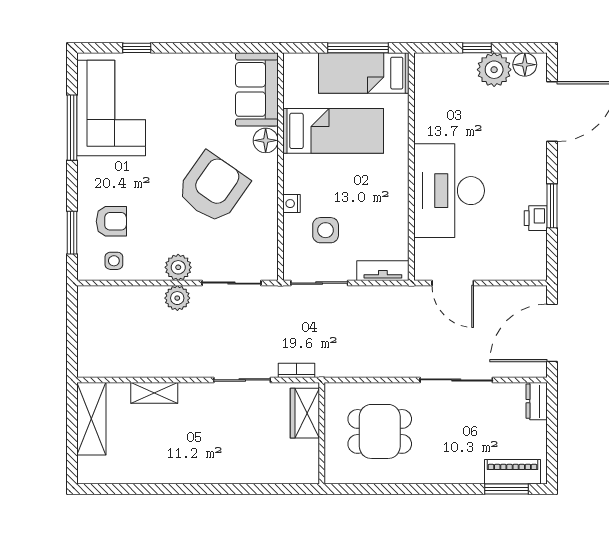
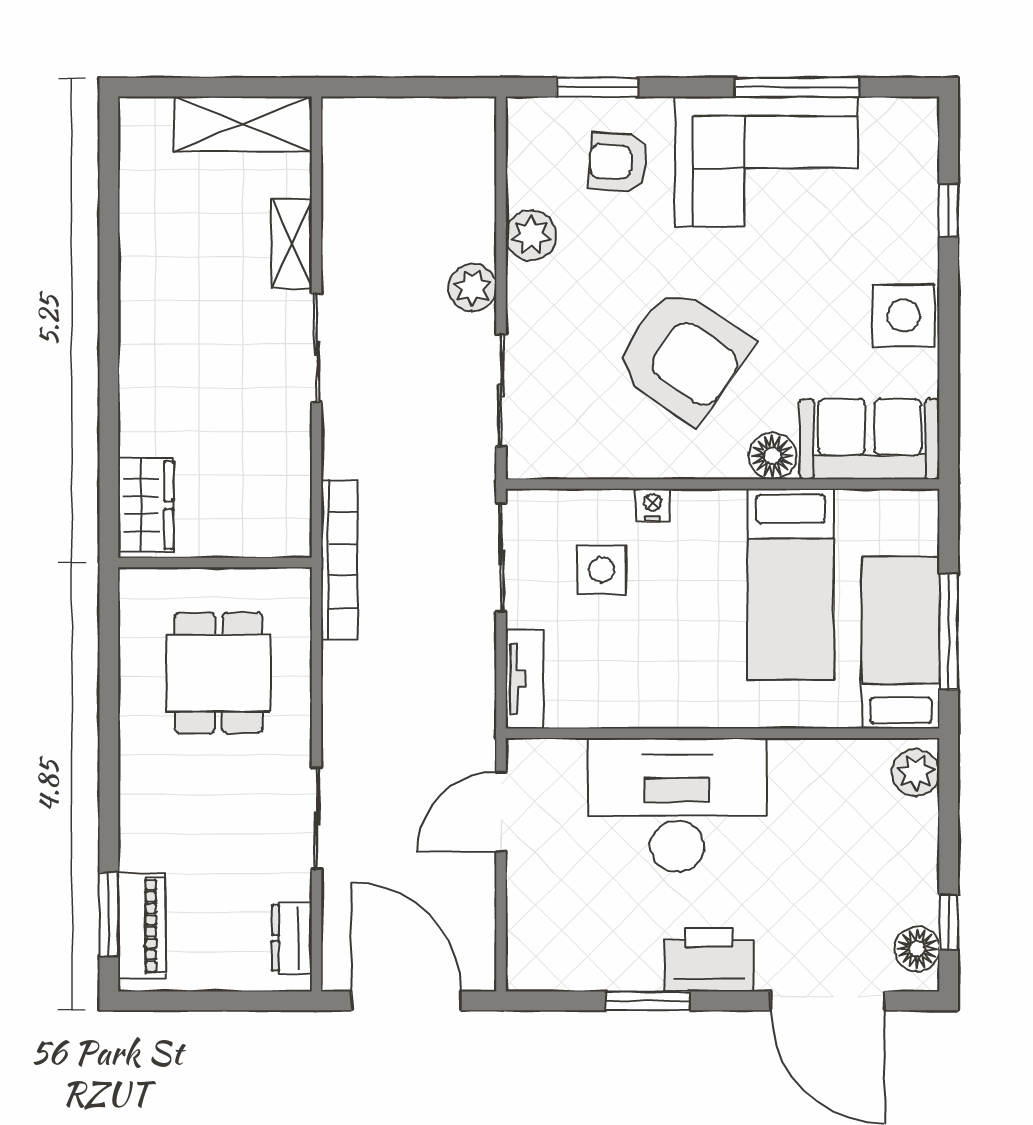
window: (477, 48) -> (949, 922), moved
plant: (494, 70) -> (916, 773), moved, width x0.73, depth x0.73
corner sofa: (111, 108) -> (766, 162), moved
printer: (536, 218) -> (709, 960), moved, width x1.87, depth x1.48
armchair: (111, 221) -> (619, 162), turned 94
side table: (114, 261) -> (904, 316), moved, width x1.87, depth x1.87
plant: (178, 267) -> (531, 235), moved
bookcase: (296, 370) -> (339, 560), width x2.31, depth x1.31
sliding door: (242, 380) -> (317, 348), moved
sliding door: (456, 380) -> (317, 819), width x0.73
dresser: (537, 401) -> (292, 938), moved, turned -90
wardrobe: (305, 413) -> (146, 505), moved, turned 90

